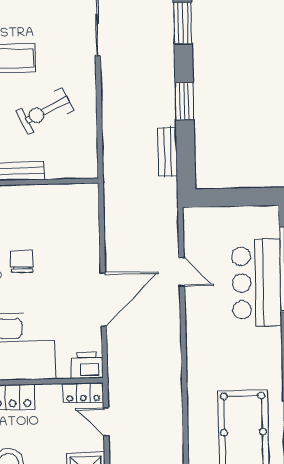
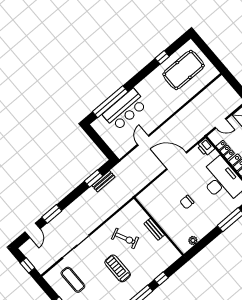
window: (184, 101) -> (93, 179), moved
locker: (83, 393) -> (225, 150), moved
door: (106, 422) -> (221, 123), hinge flipped

